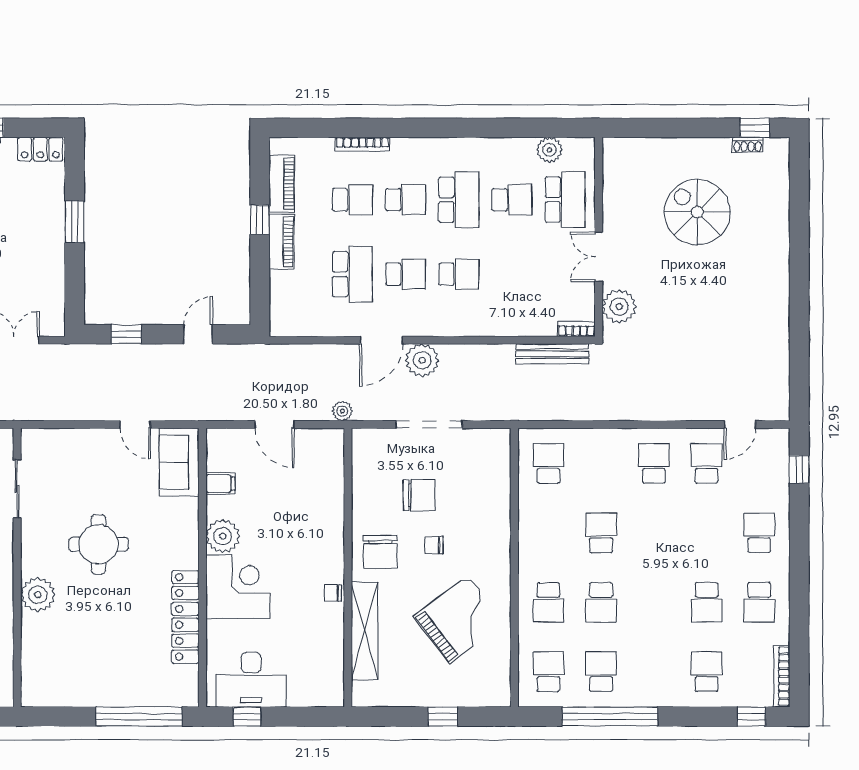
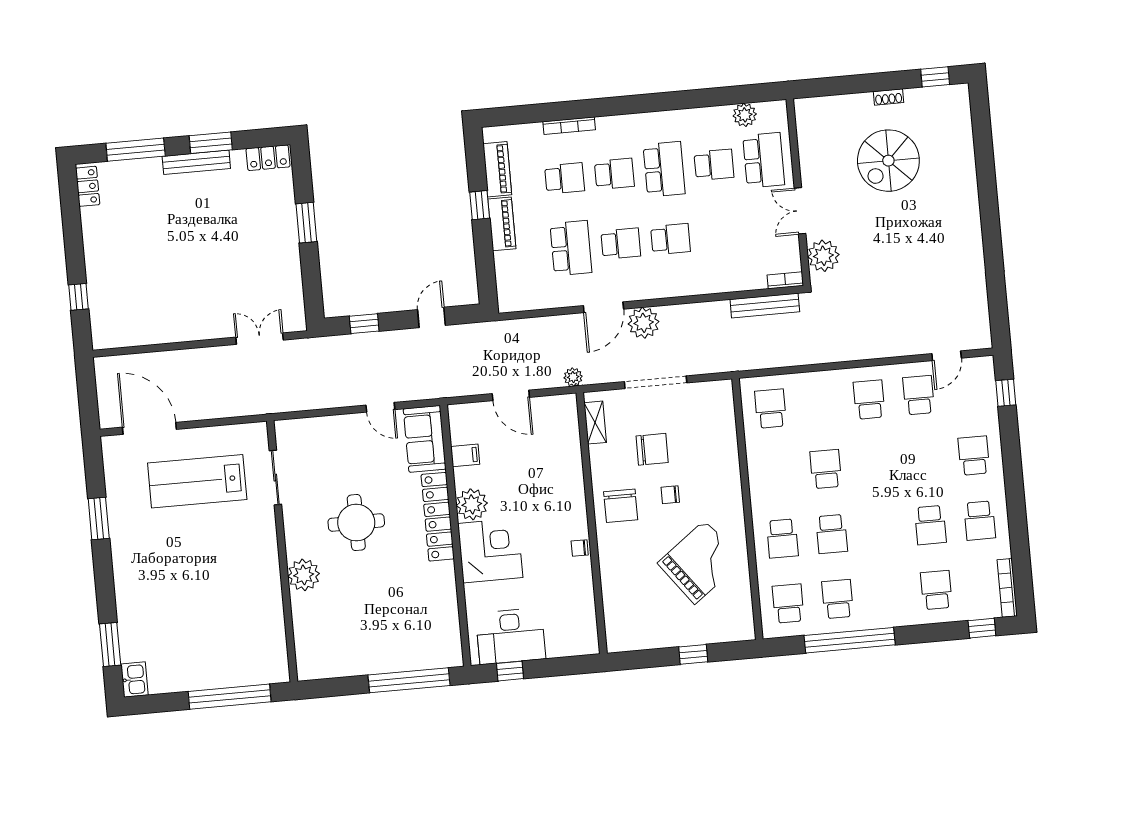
shoe rack: (748, 145) -> (888, 97), moved
spiral stairs: (697, 212) -> (888, 161), turned -90
locker: (185, 617) -> (438, 517), moved
shelving: (365, 631) -> (595, 423), moved, width x0.45, depth x0.75

